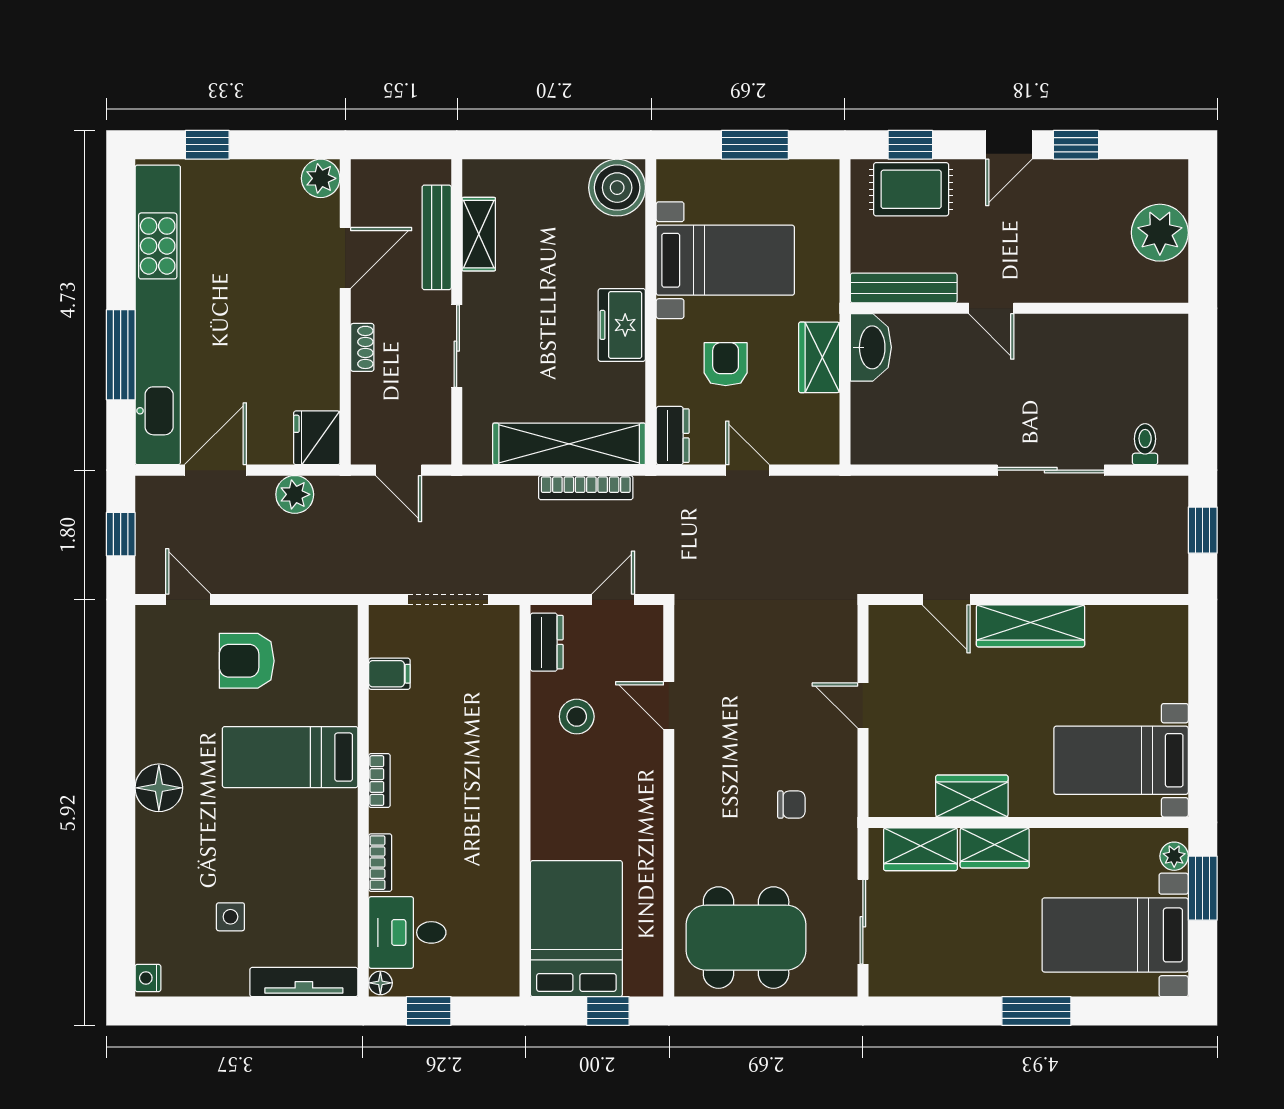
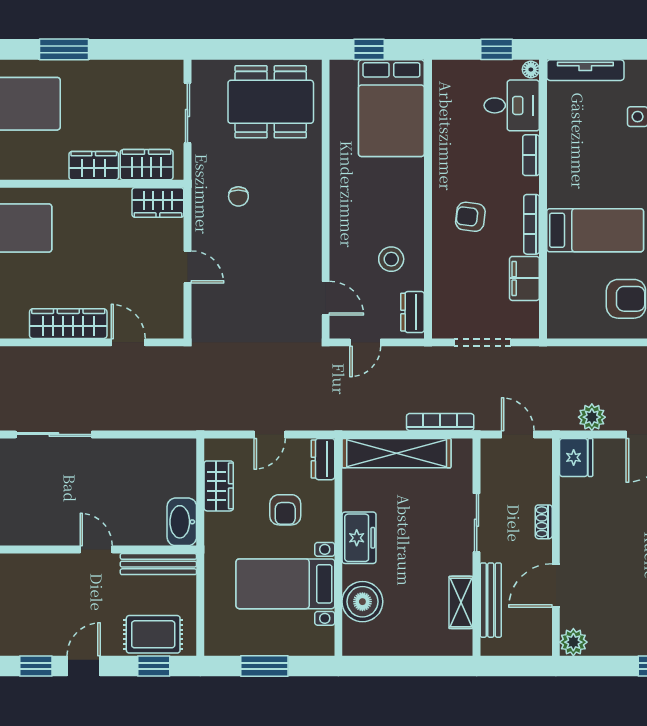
boiler: (617, 188) -> (362, 602), moved
wardrobe: (819, 357) -> (219, 486), moved
door: (748, 470) -> (270, 434), hinge flipped
bookcase: (586, 488) -> (440, 422), moved
filing cabinet: (389, 674) -> (524, 278), width x2.00
door: (669, 706) -> (326, 298), moved
armchair: (465, 776) -> (470, 217), added
bookcase: (379, 781) -> (532, 224), width x1.56
wardrobe: (972, 796) -> (158, 203), moved
chair: (791, 805) -> (238, 196), turned -90

